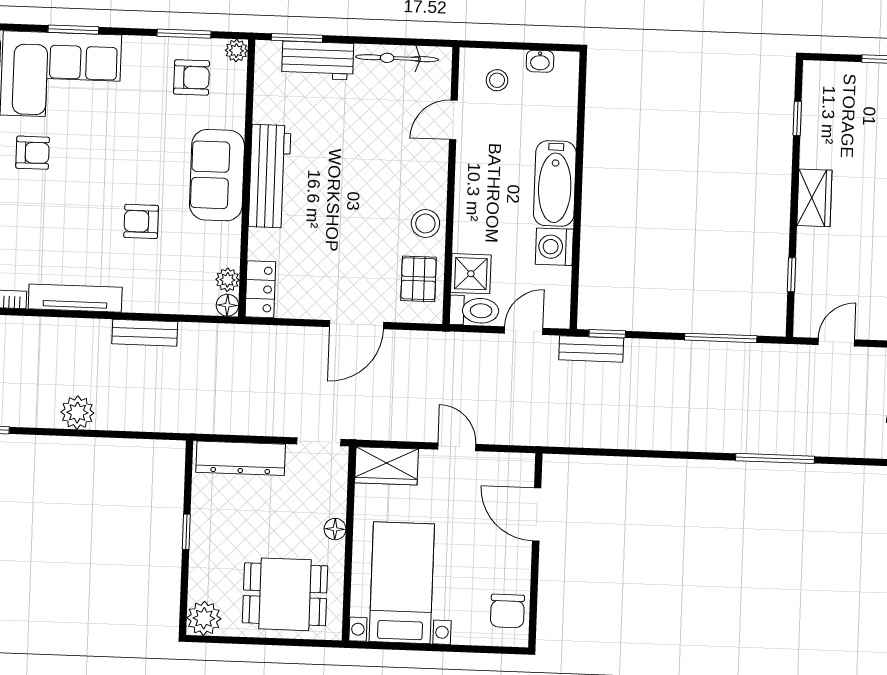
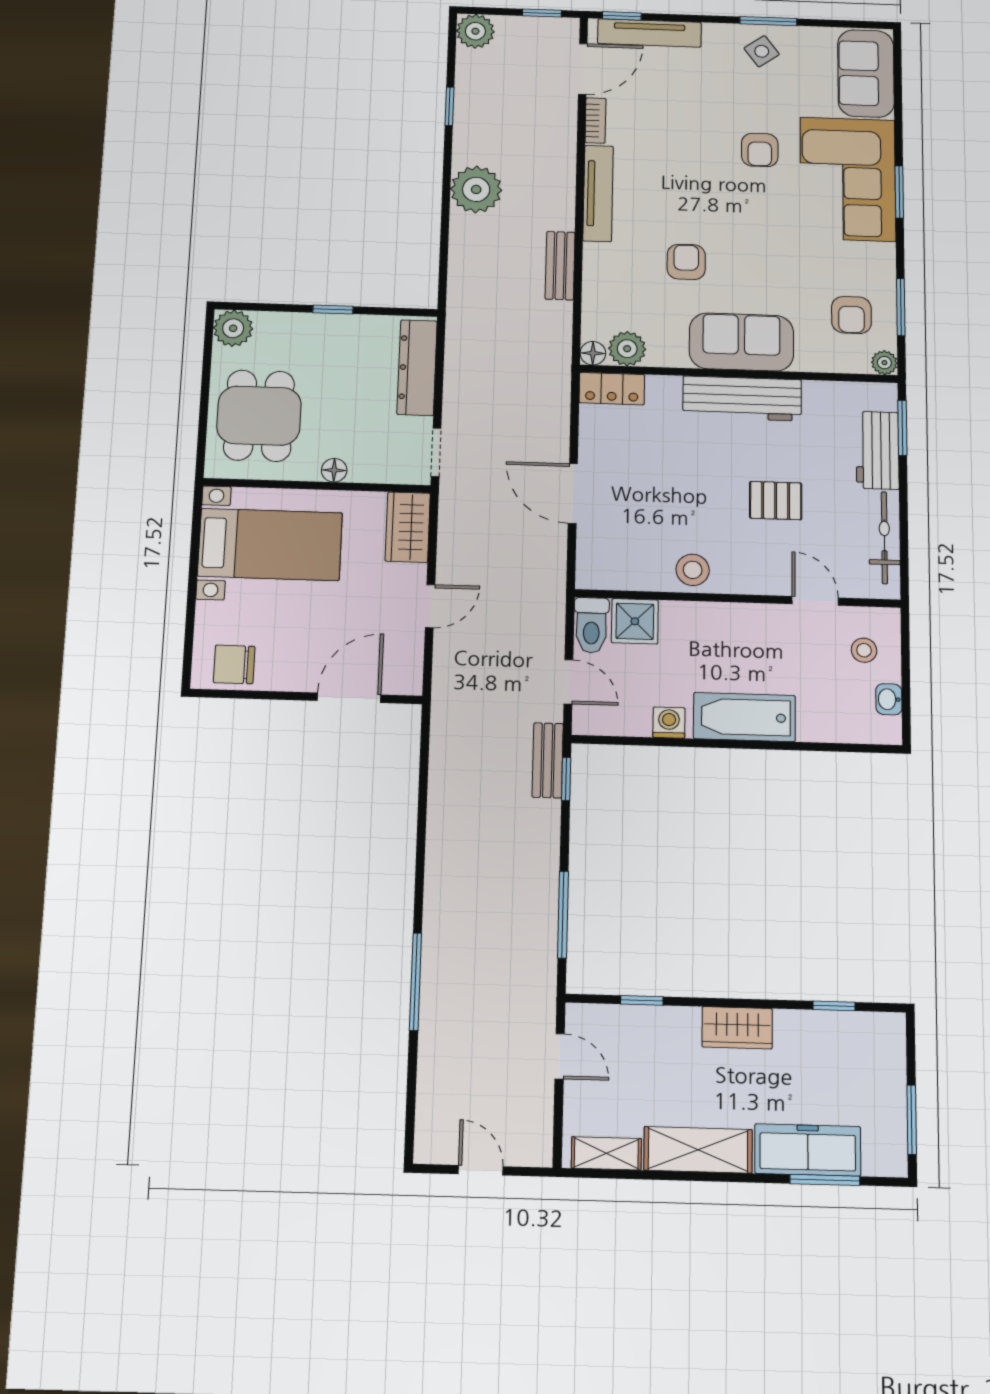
washing machine: (554, 247) -> (669, 723), width x0.73, depth x0.73
pallet: (419, 279) -> (776, 501), moved
plant: (228, 280) -> (627, 349), width x1.38, depth x1.38
plant: (77, 413) -> (476, 189), width x1.36, depth x1.36

